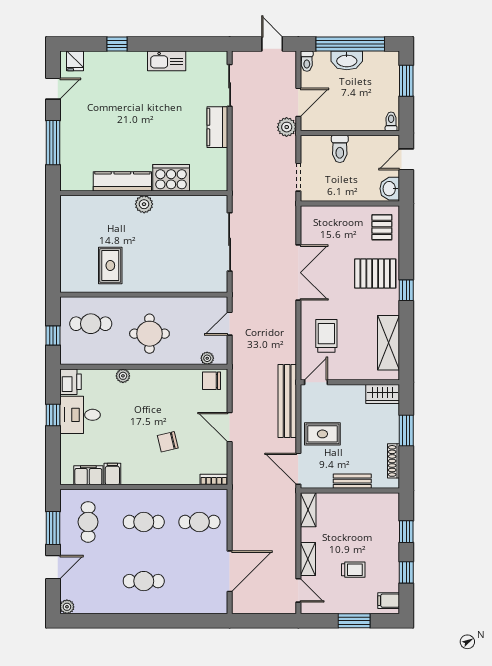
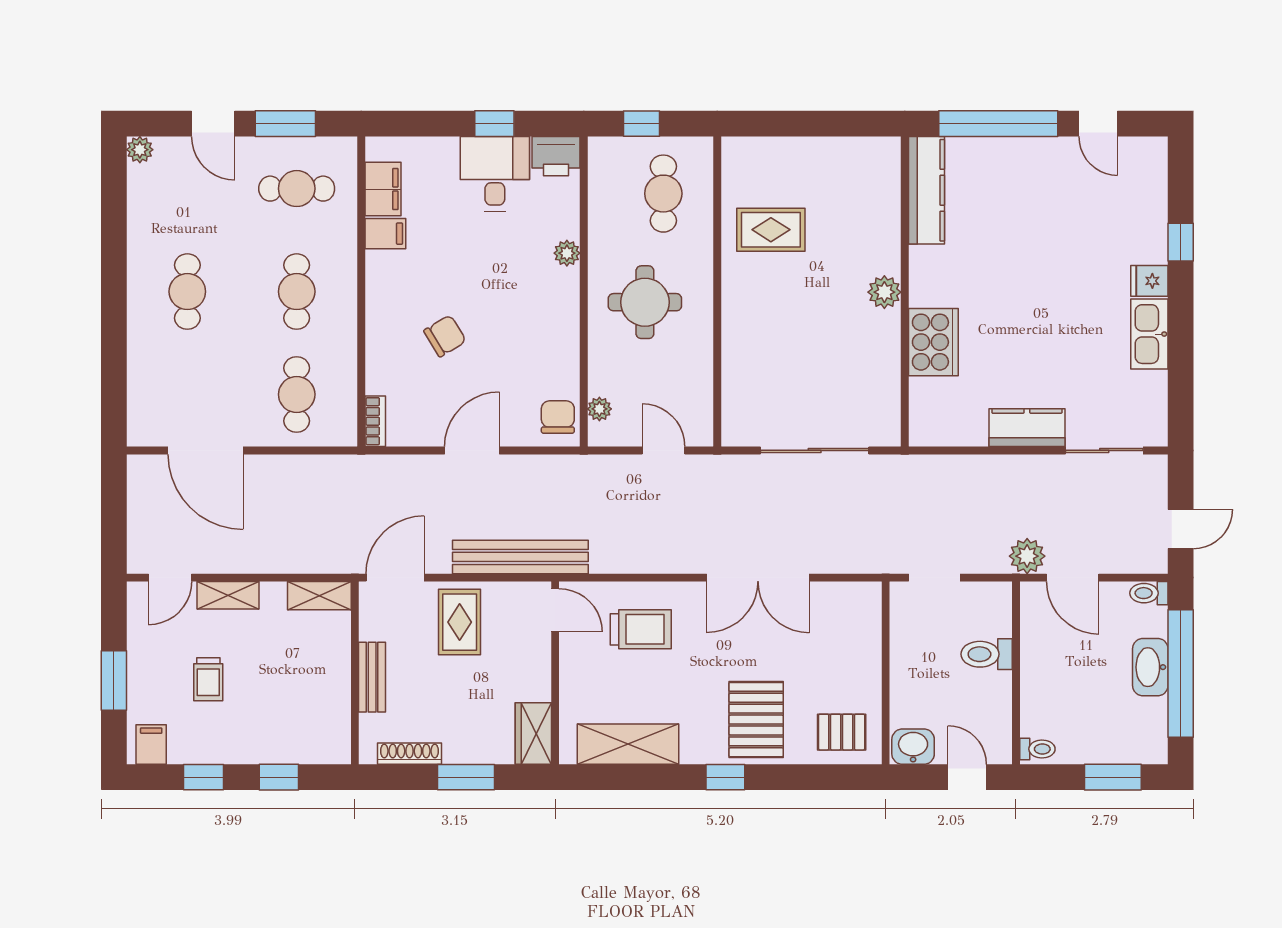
fridge: (75, 61) -> (1149, 281), moved
window: (53, 143) -> (998, 124), width x1.46
kitchen counter: (122, 181) -> (926, 190), moved
chair: (168, 442) -> (445, 336), turned 72

